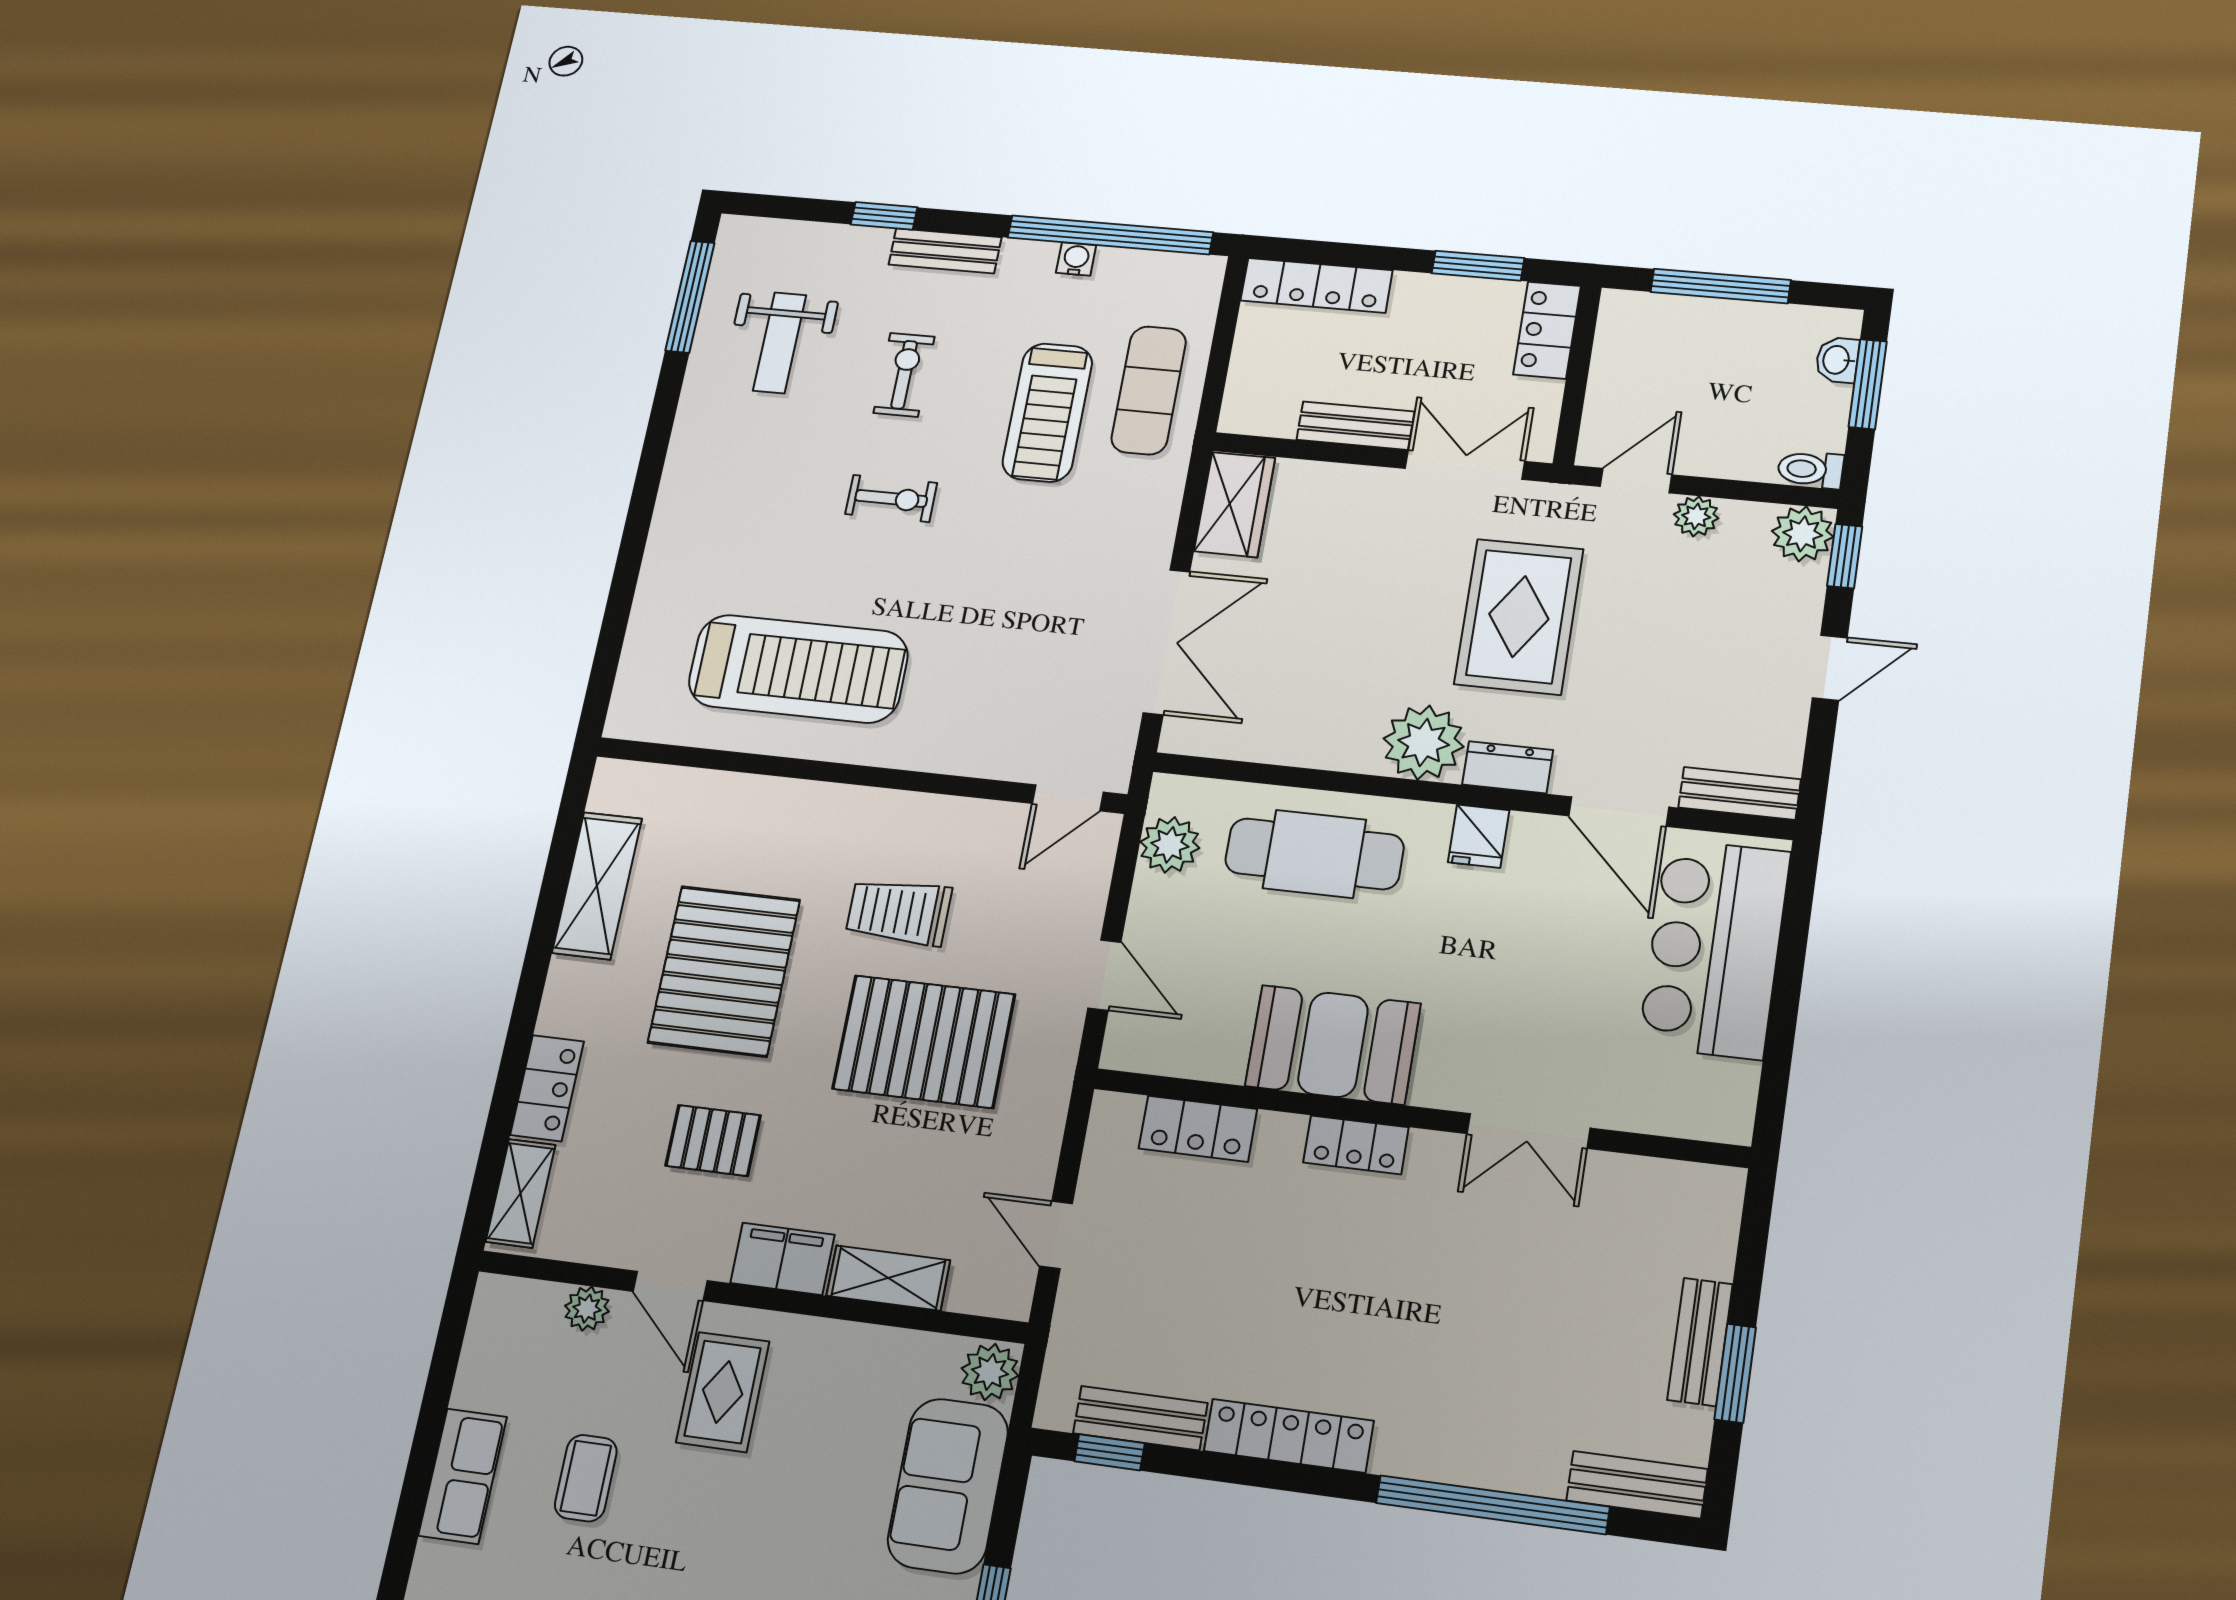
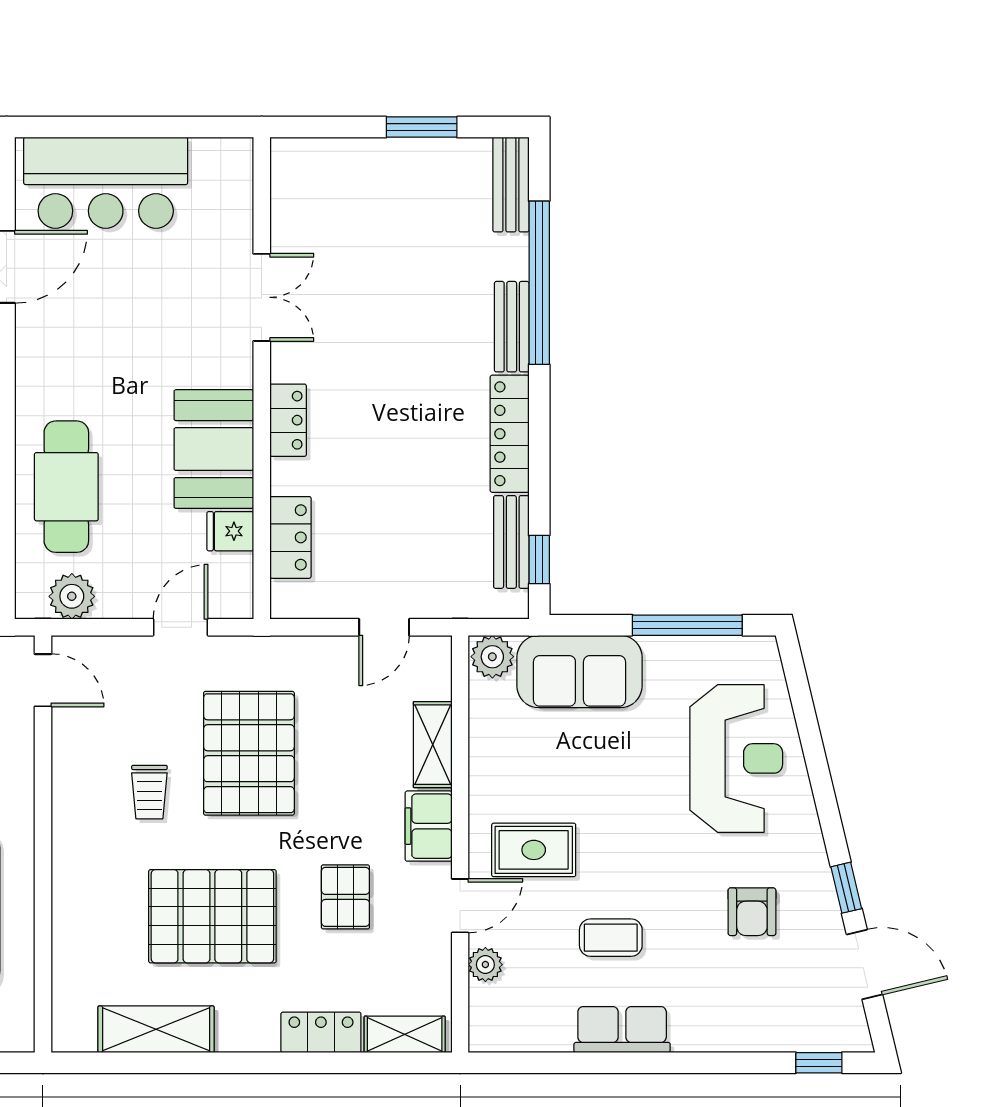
fridge: (1479, 836) -> (230, 531), moved, turned 180
trolley: (899, 912) -> (149, 792), width x0.73, depth x0.72
bench: (1700, 1342) -> (512, 327), moved, turned 90

